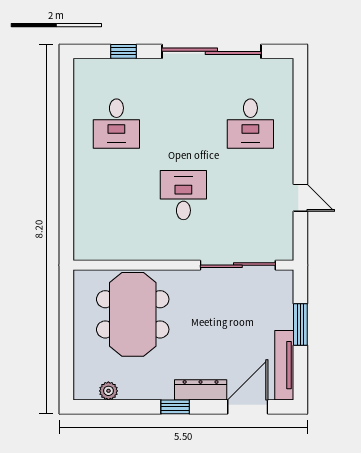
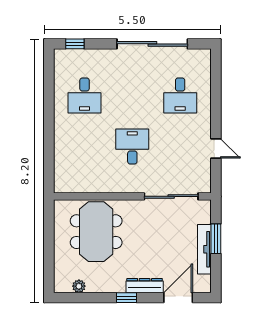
window: (124, 51) -> (75, 44), moved
tv unit: (284, 365) -> (204, 249), moved

